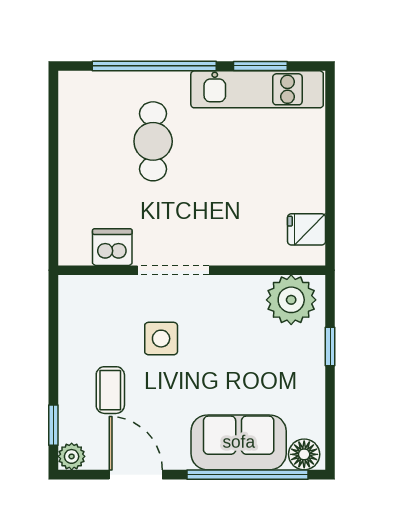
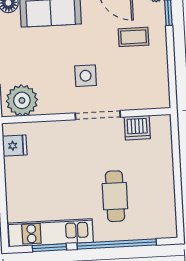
side table: (161, 339) -> (86, 76), moved
coffee table: (110, 390) -> (134, 37), turned 90

